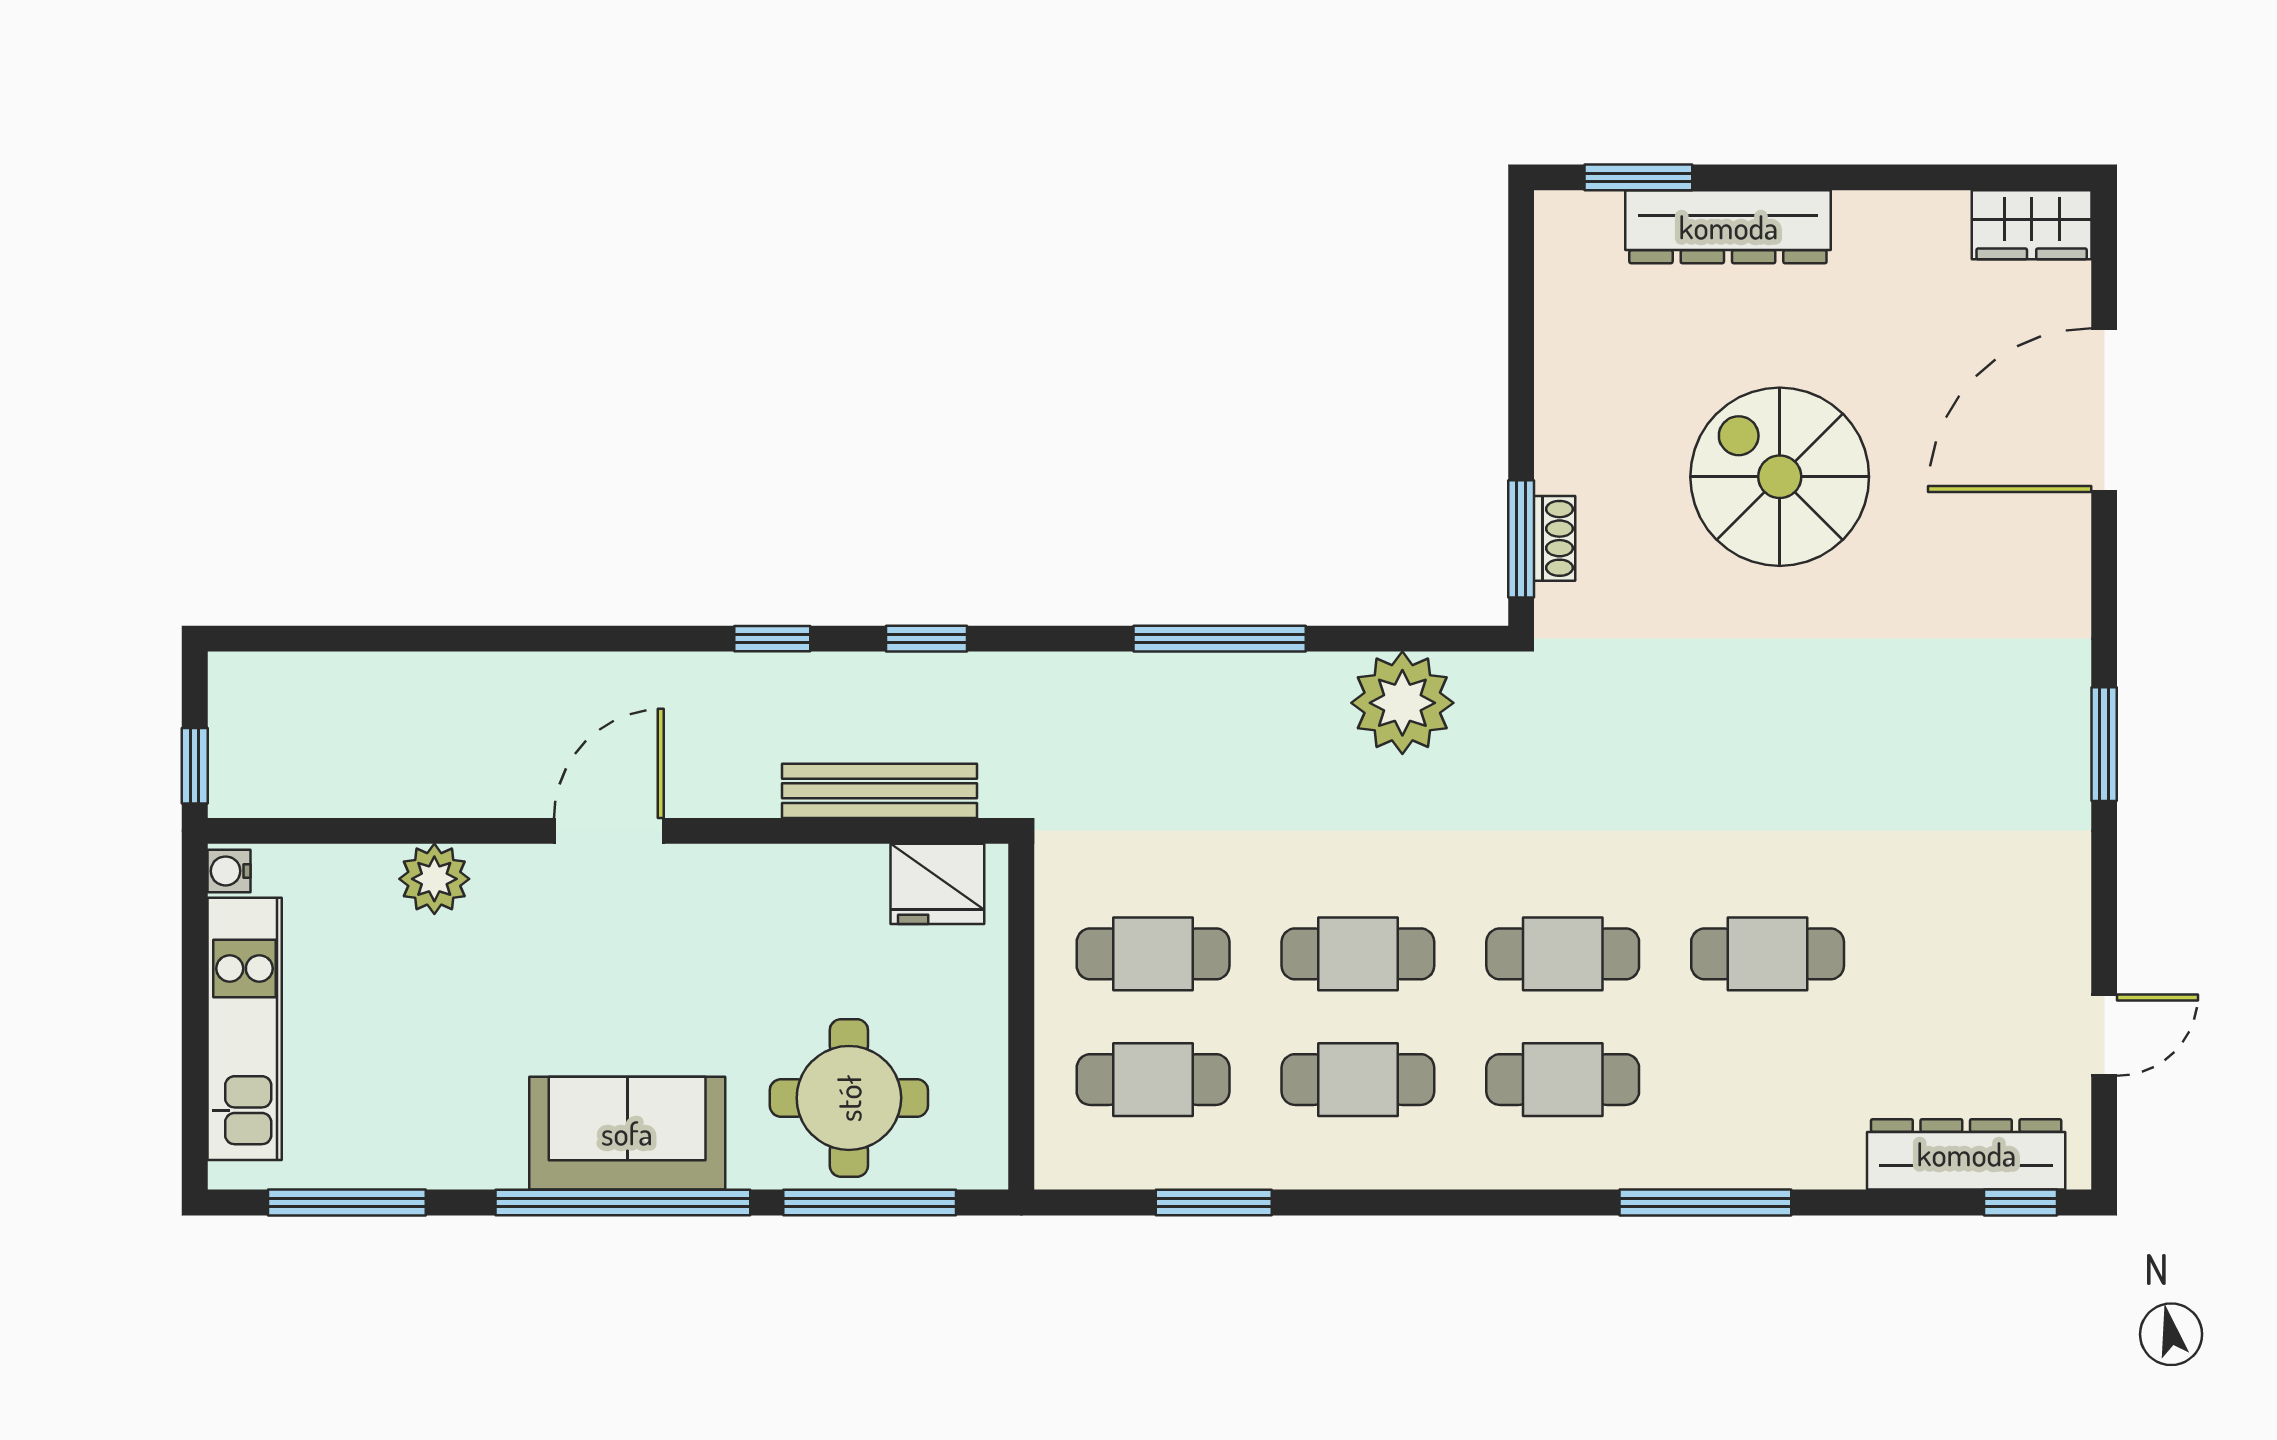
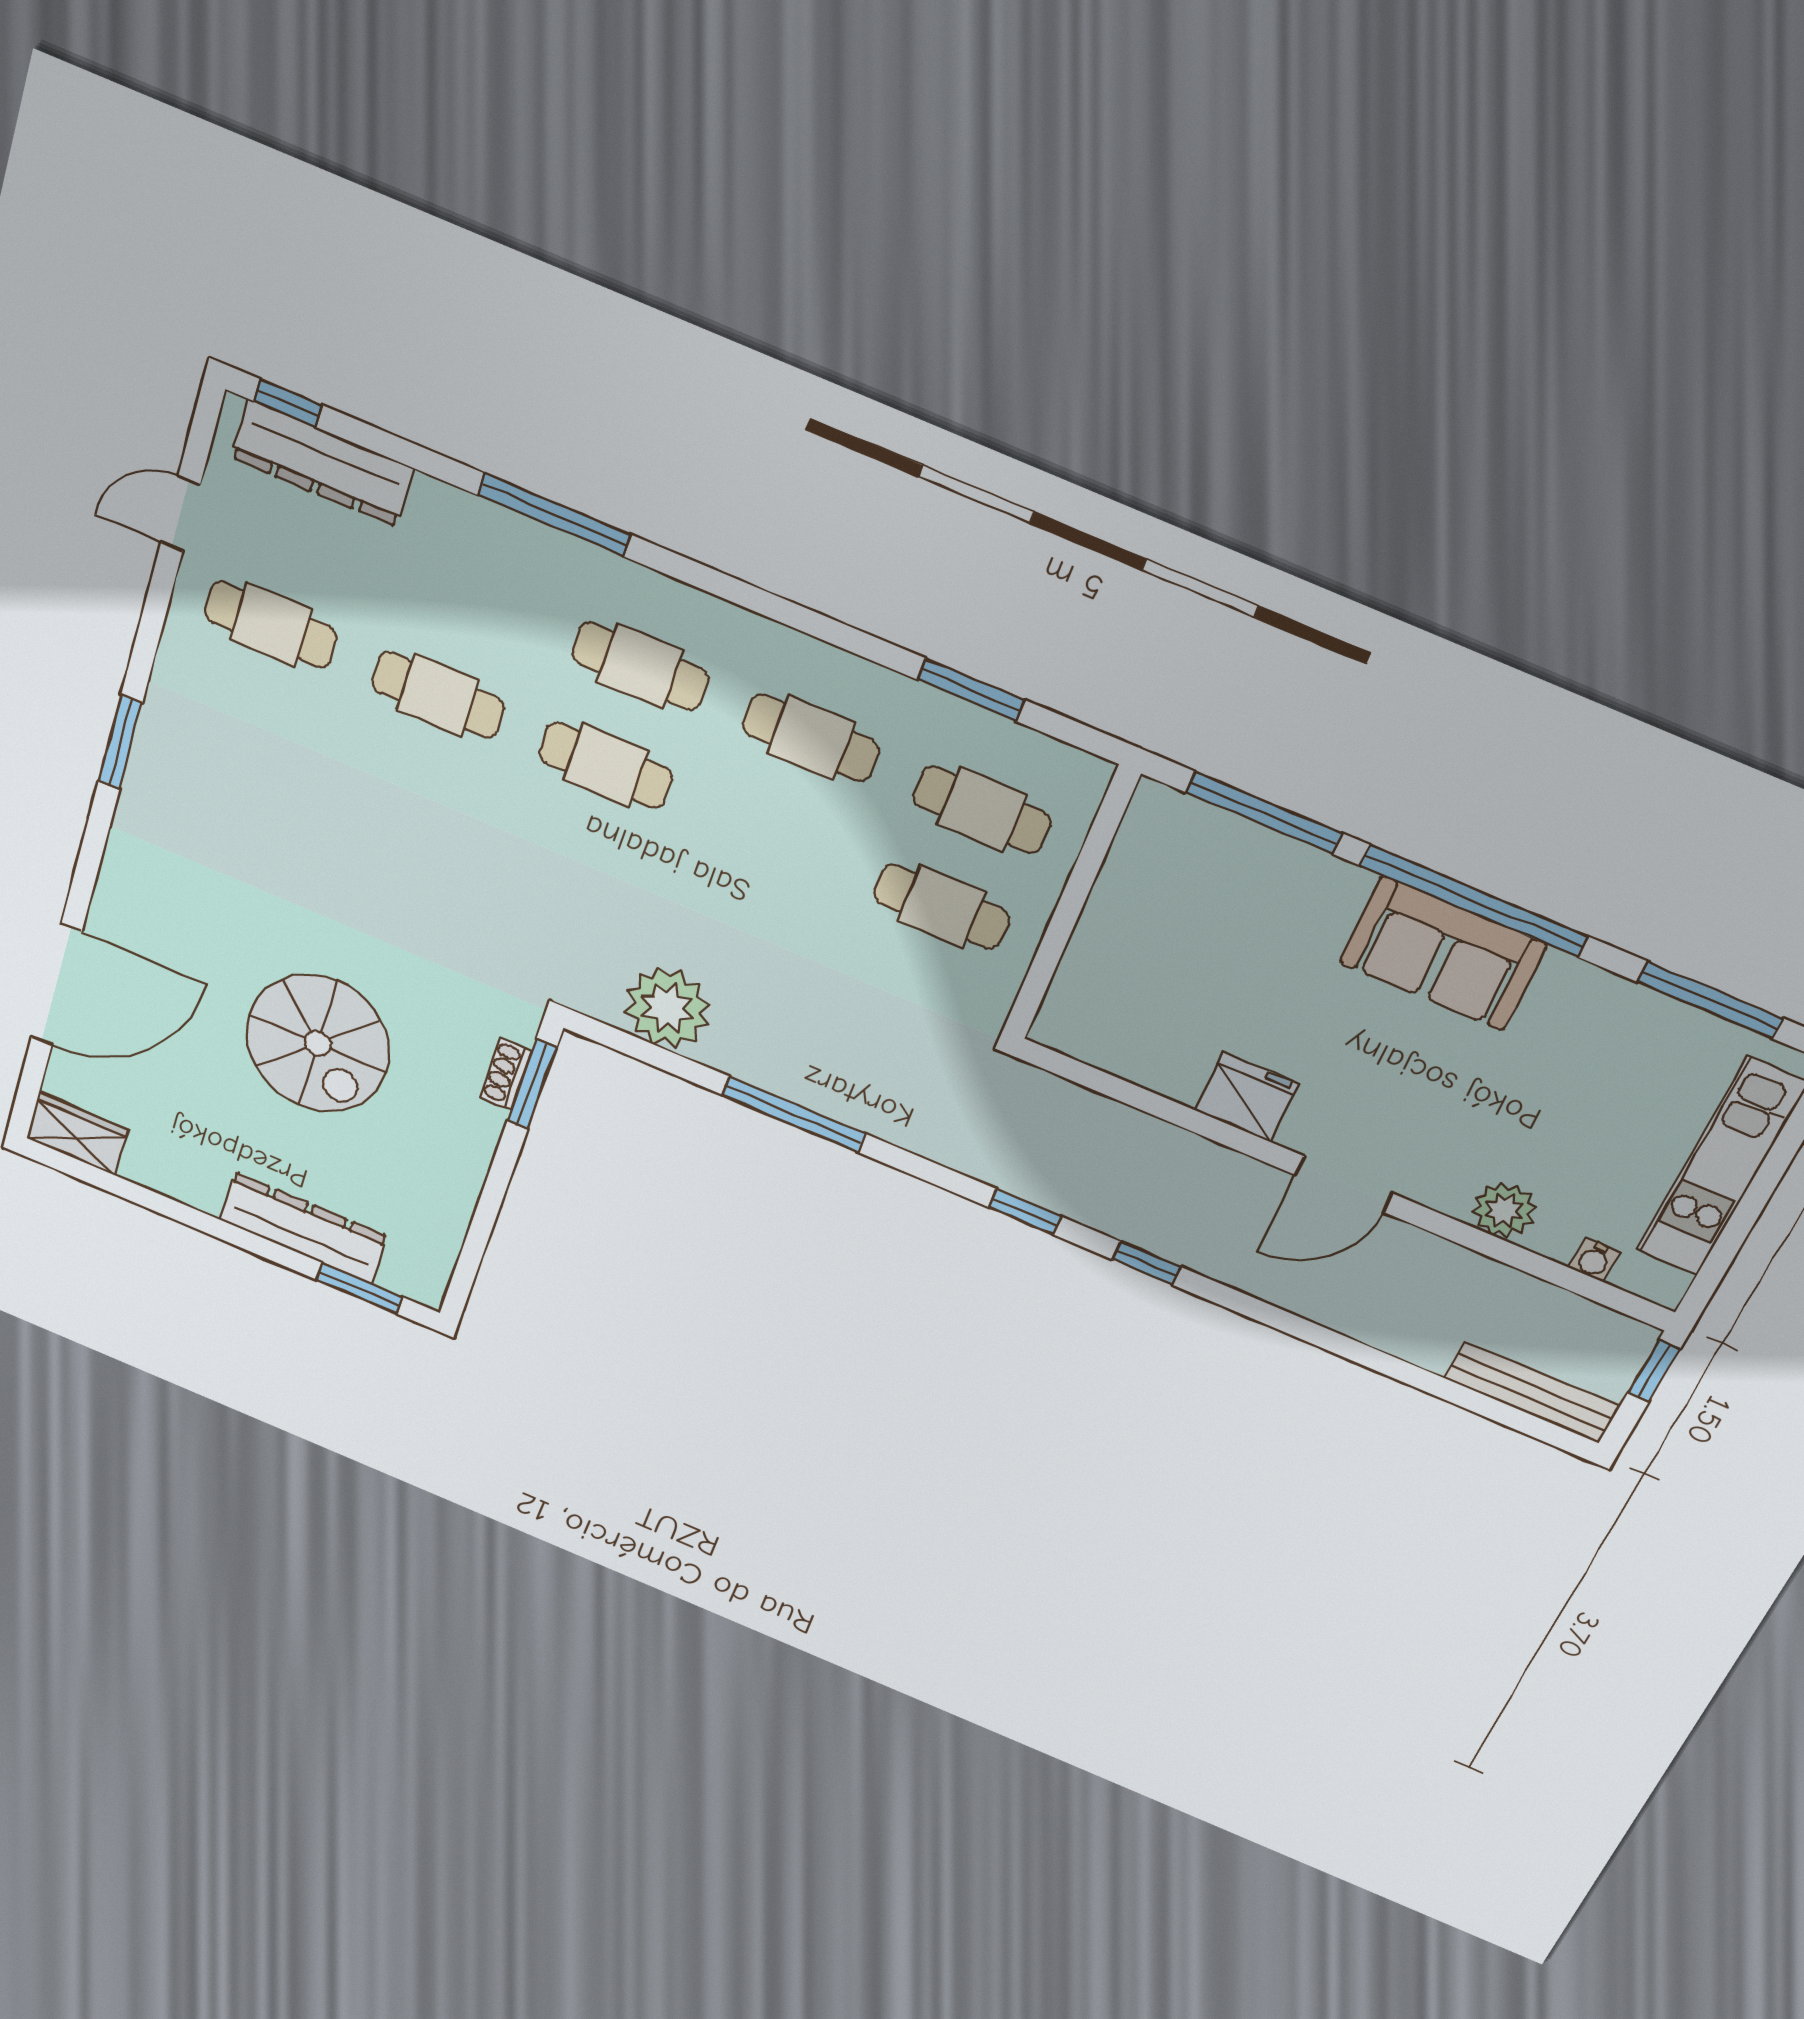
bench: (880, 791) -> (1532, 1392), moved
water cooler: (229, 871) -> (1594, 1260), moved, turned 90
fridge: (937, 884) -> (1247, 1097), moved
cafe table: (1358, 954) -> (271, 624), moved
round table: (849, 1098) -> (1243, 902), removed

